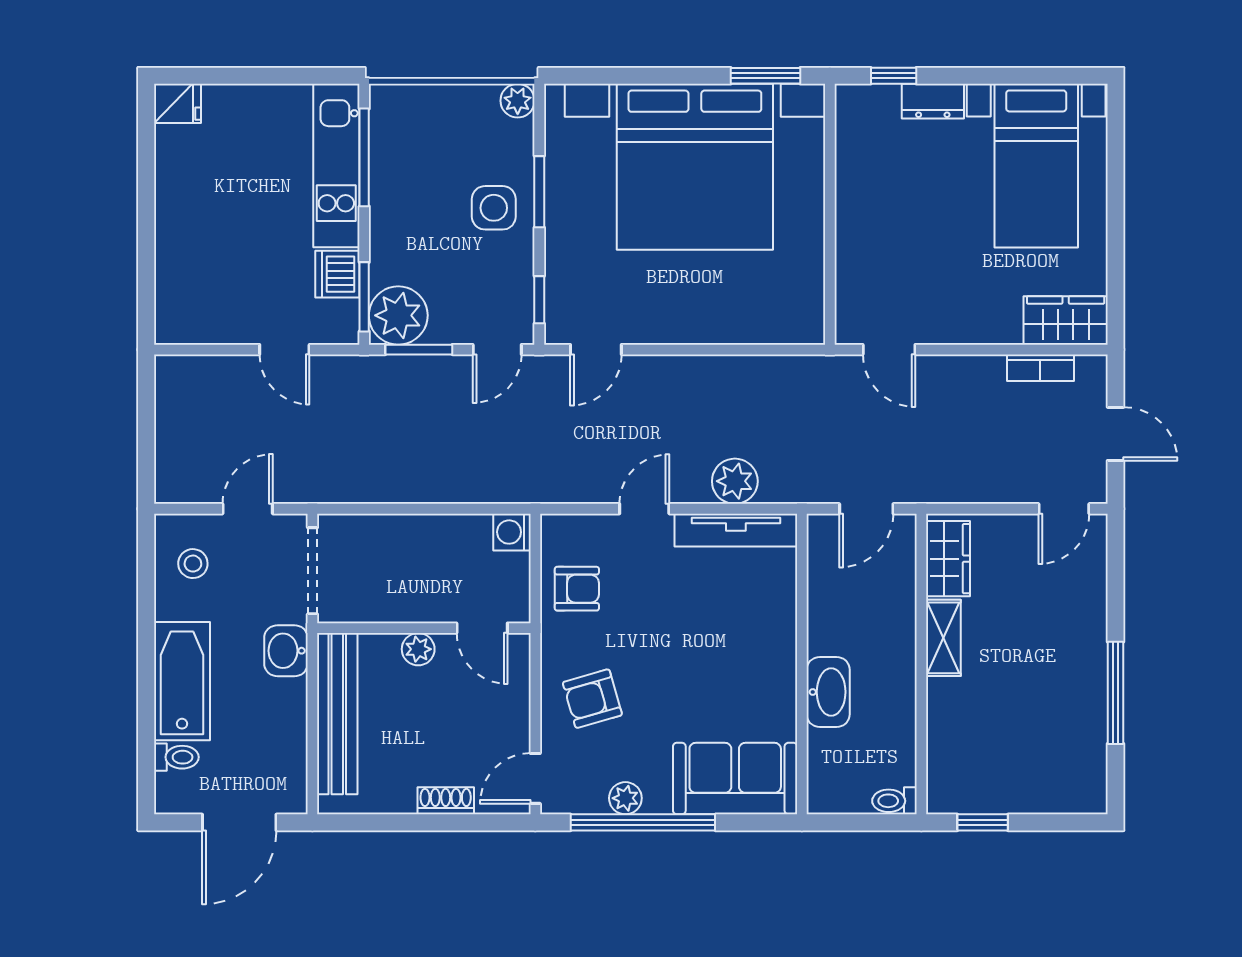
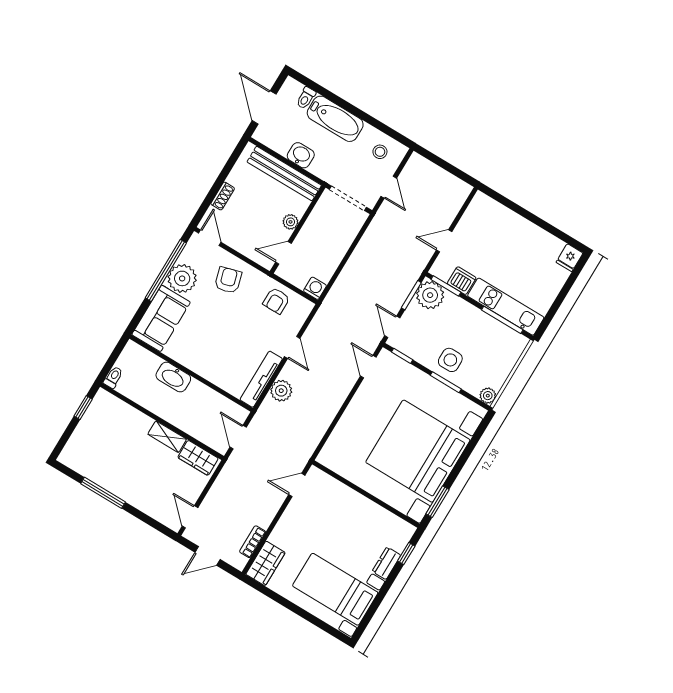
washbasin: (286, 651) -> (301, 155), moved
plant: (625, 798) -> (182, 278), width x1.87, depth x1.87

